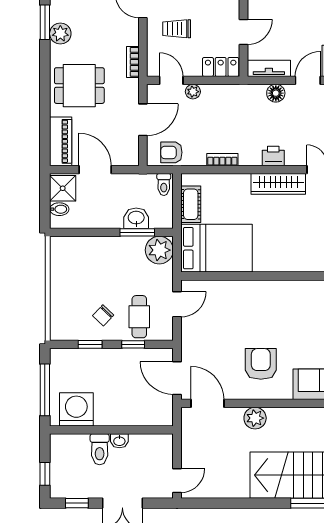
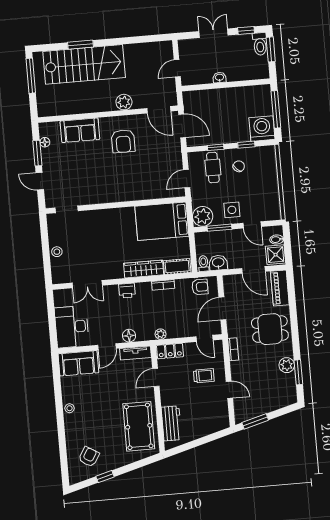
plant: (193, 92) -> (161, 334), moved
wardrobe: (278, 184) -> (144, 269), moved
cot: (191, 204) -> (177, 267), moved, turned 90
washbasin: (136, 218) -> (218, 263), moved, turned 180
door: (92, 232) -> (252, 225), added
side table: (118, 256) -> (232, 210), added
washing machine: (76, 409) -> (262, 129), moved, turned 180
toilet: (100, 449) -> (260, 44), moved, turned 180
window: (45, 474) -> (271, 49), width x1.50
door: (177, 481) -> (177, 68), moved

